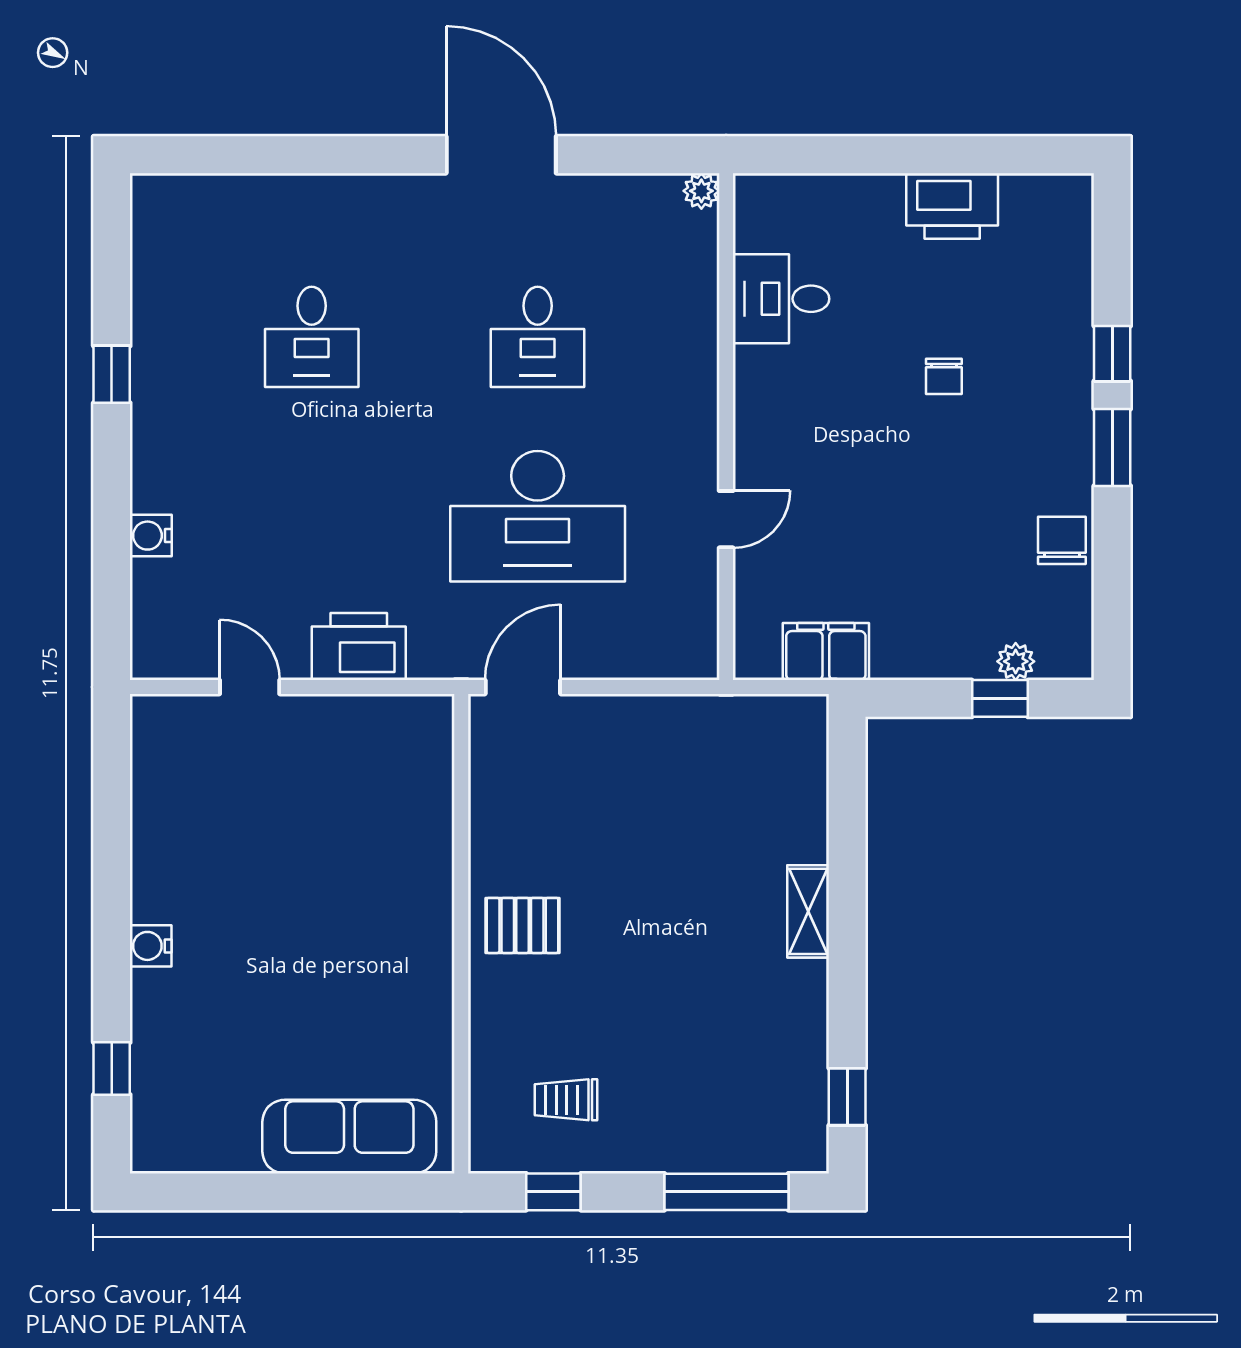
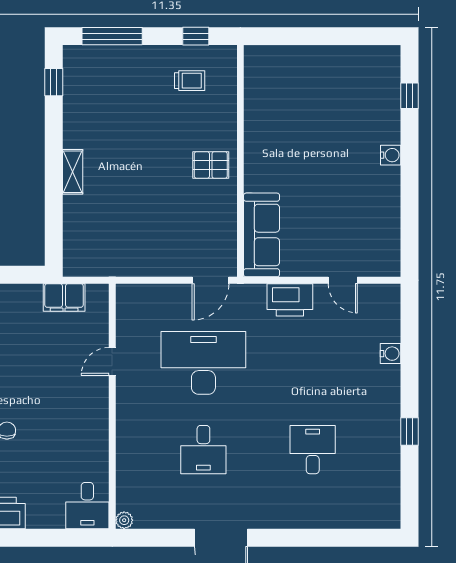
desk: (781, 299) -> (87, 506), moved, turned 90
desk: (538, 337) -> (203, 450), turned 180
sofa: (349, 1137) -> (262, 235), moved, turned -90

